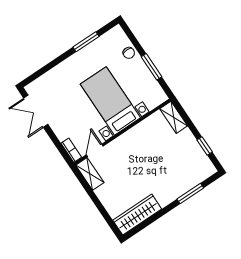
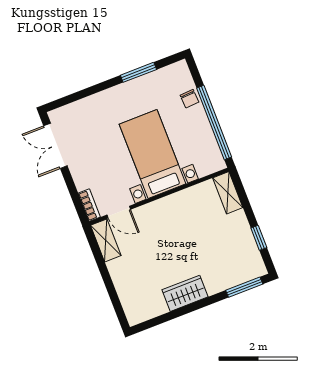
window: (151, 67) -> (214, 123), width x2.11
door: (95, 150) -> (119, 212), swing flipped
window: (190, 194) -> (244, 287), moved
wardrobe: (137, 215) -> (185, 293), moved, width x0.67

